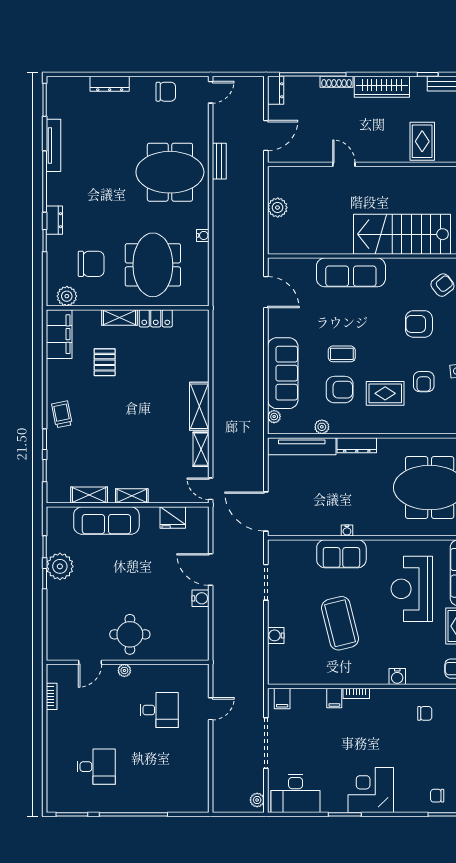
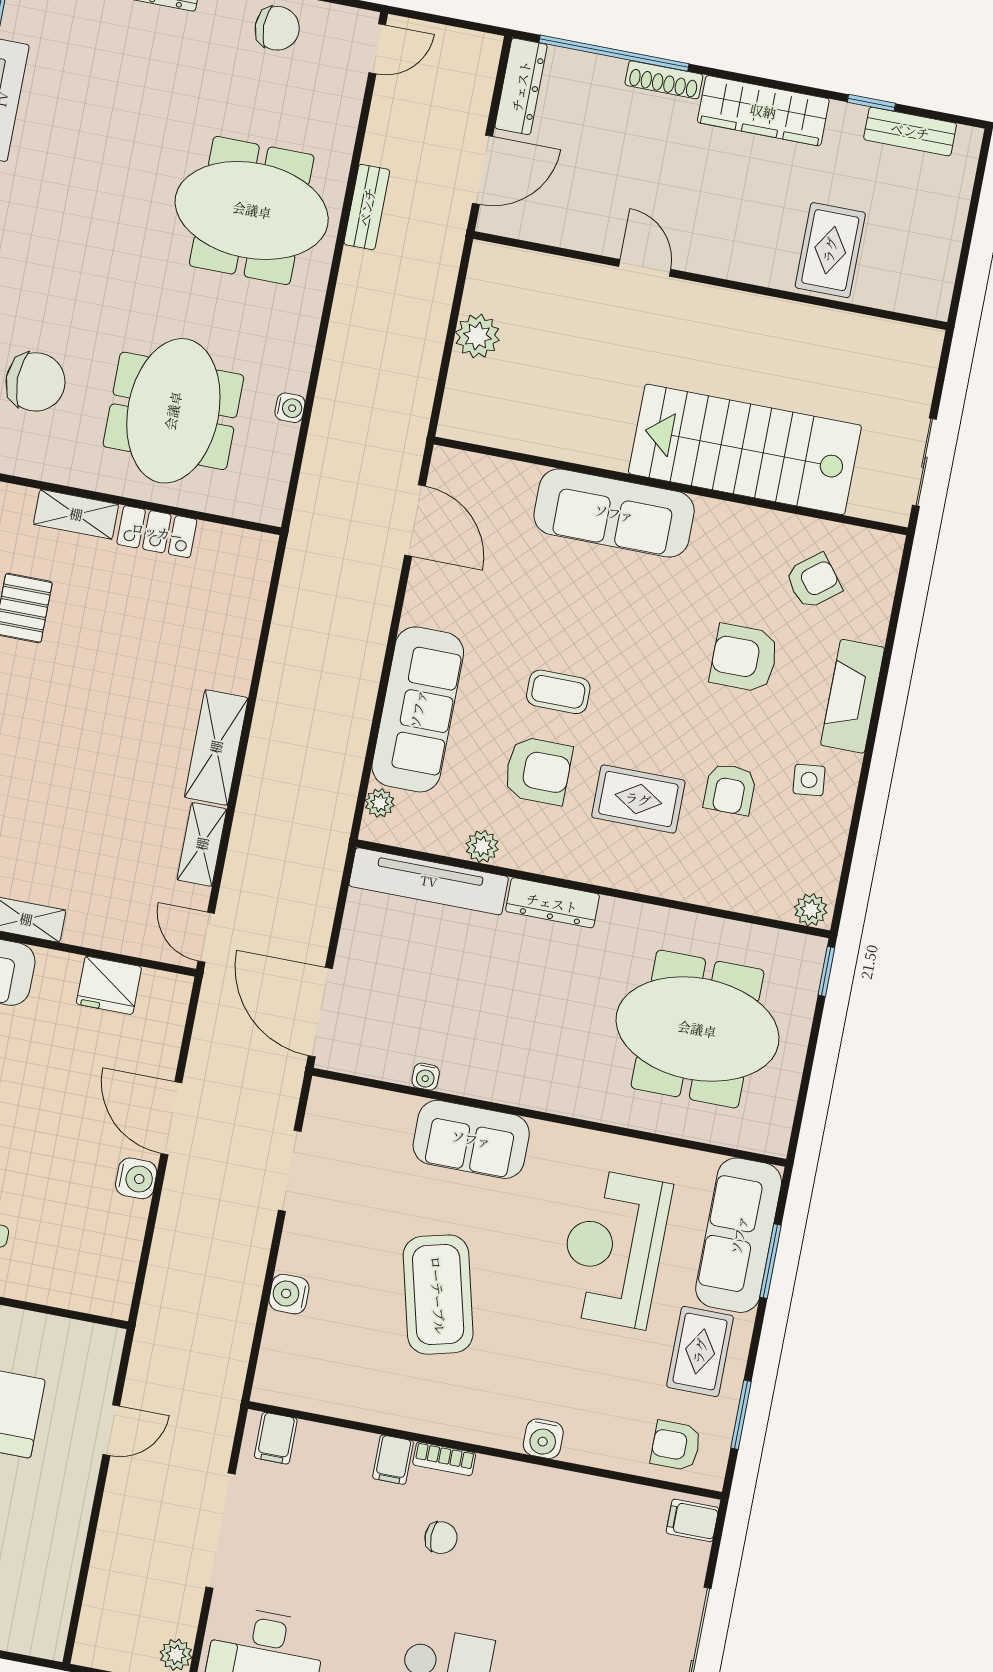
dresser: (276, 90) -> (521, 86), width x1.44
water cooler: (203, 235) -> (290, 408), moved
water cooler: (347, 530) -> (426, 1077), moved
chair: (425, 713) -> (441, 1538), moved

